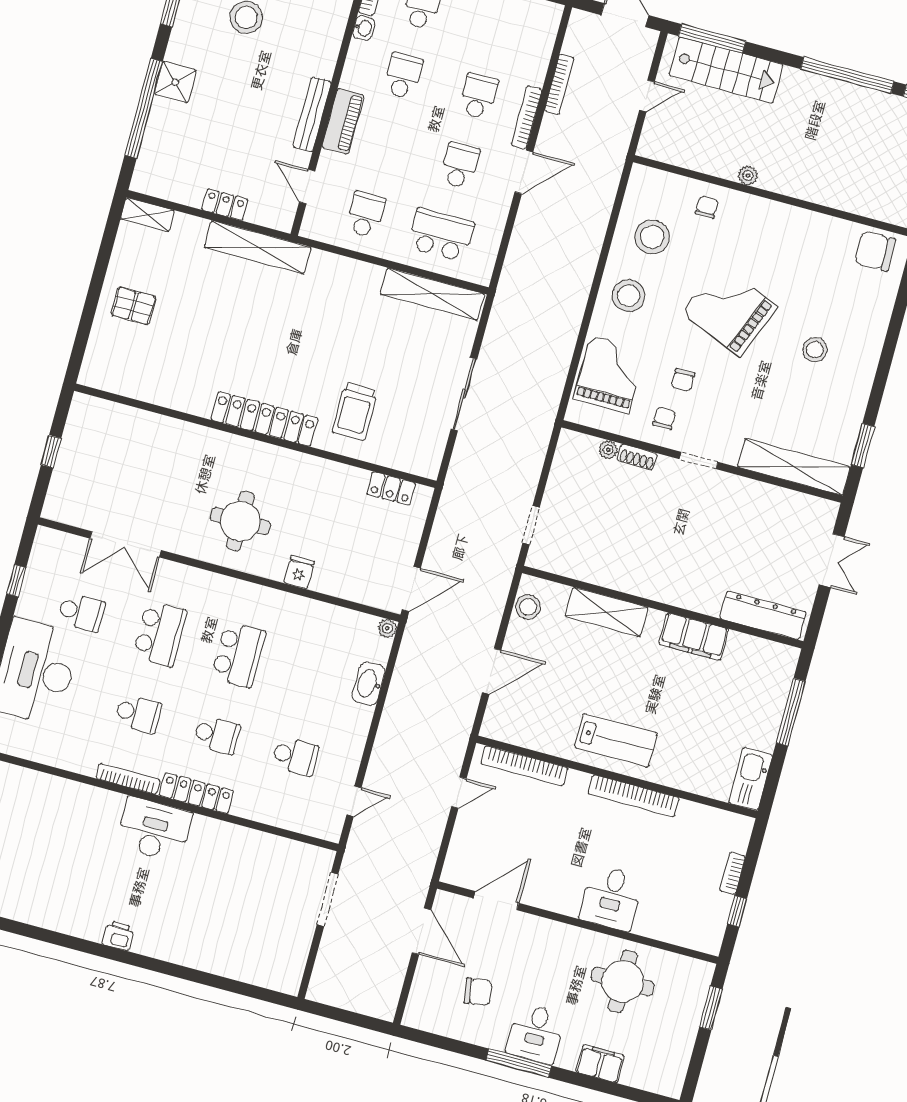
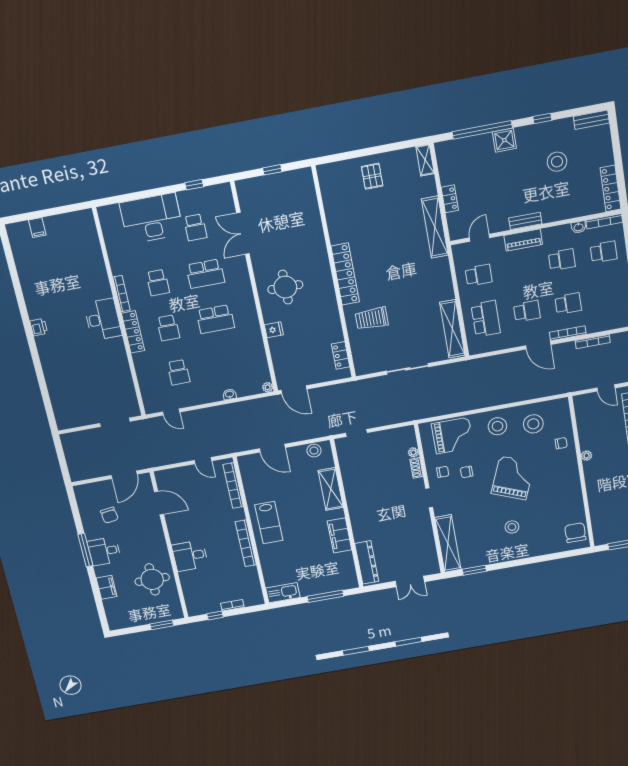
bench: (312, 115) -> (525, 221), width x0.73
washbasin: (369, 684) -> (230, 394), width x0.52, depth x0.69

